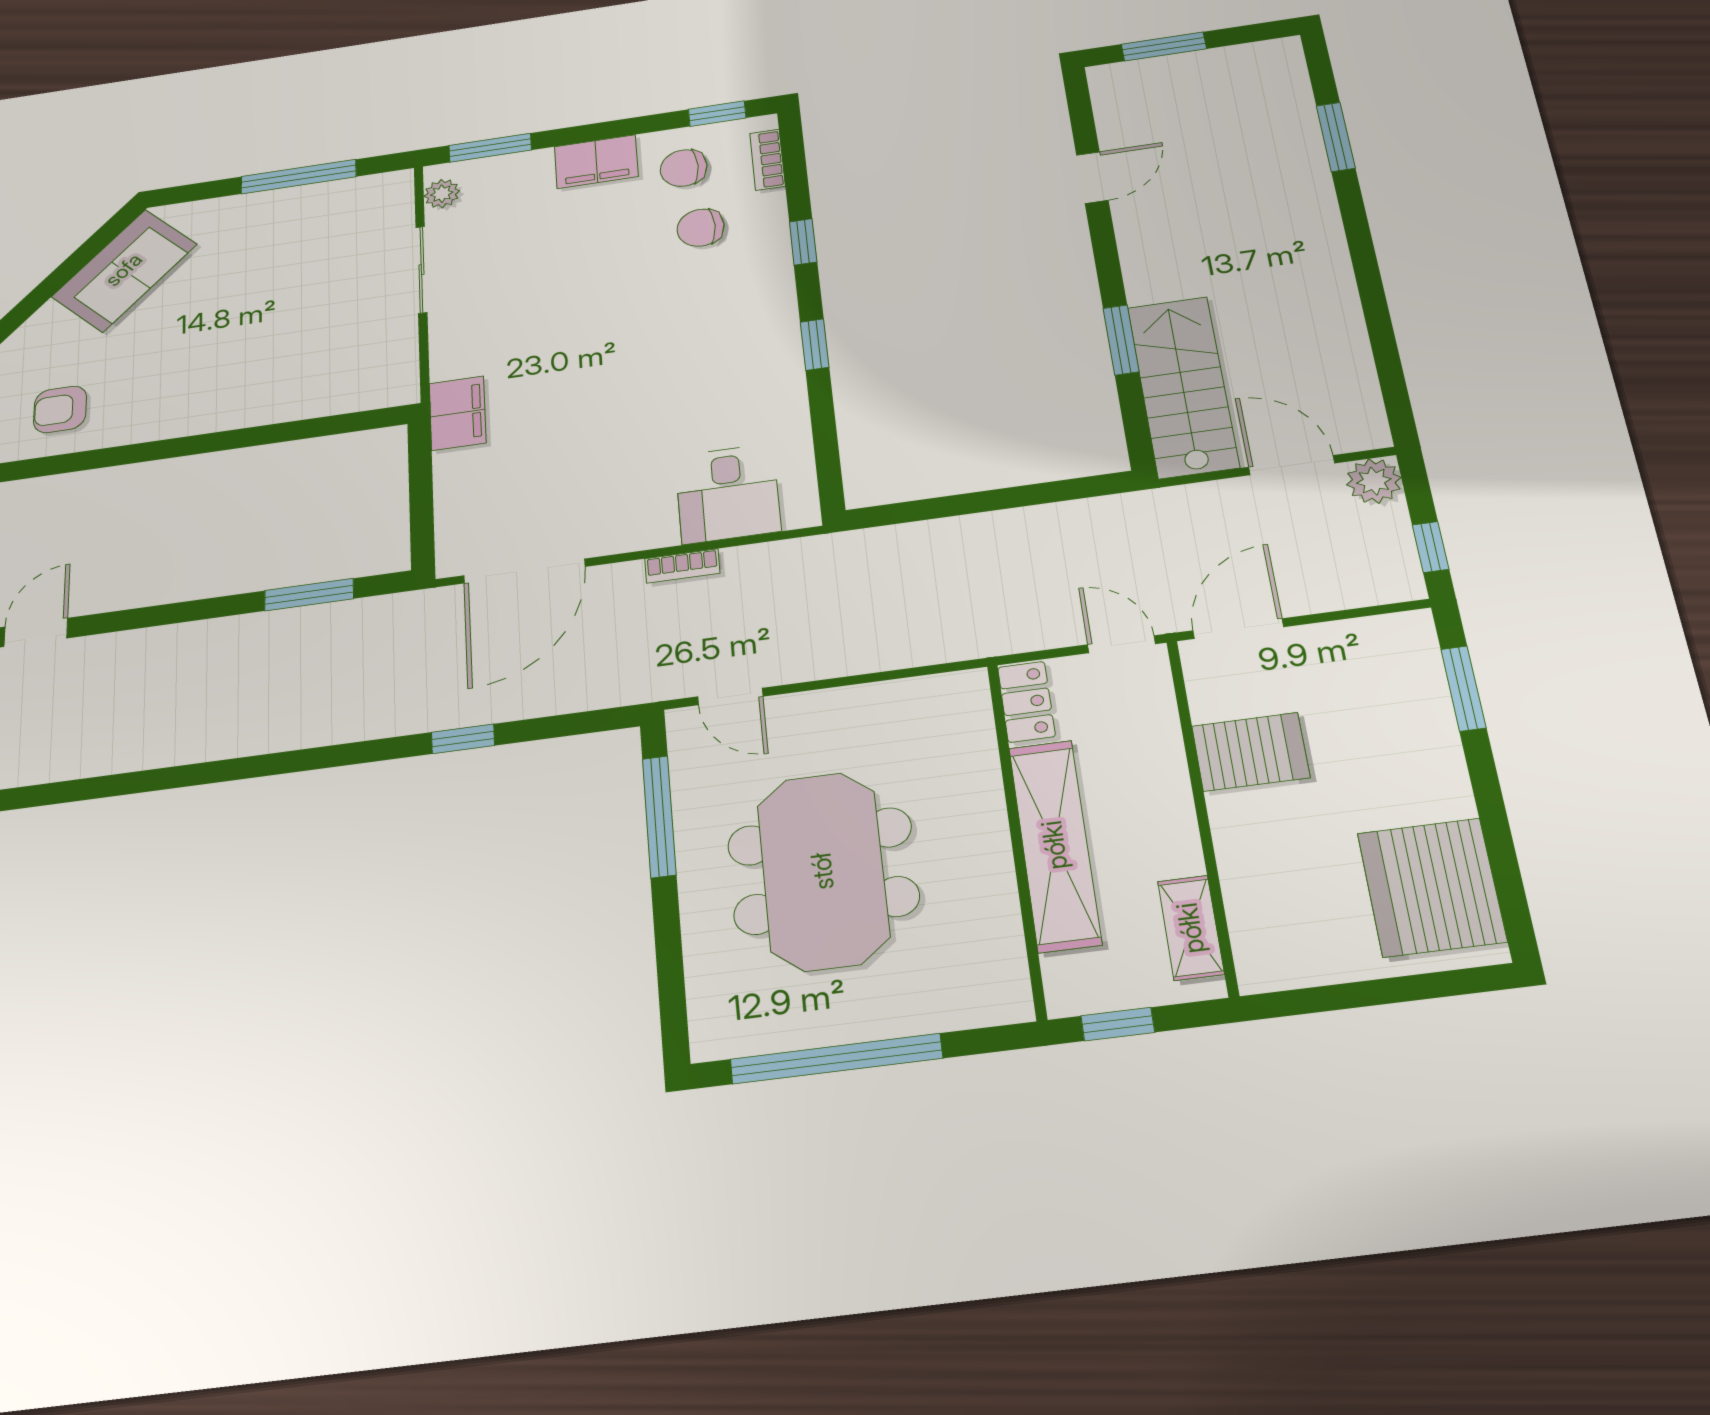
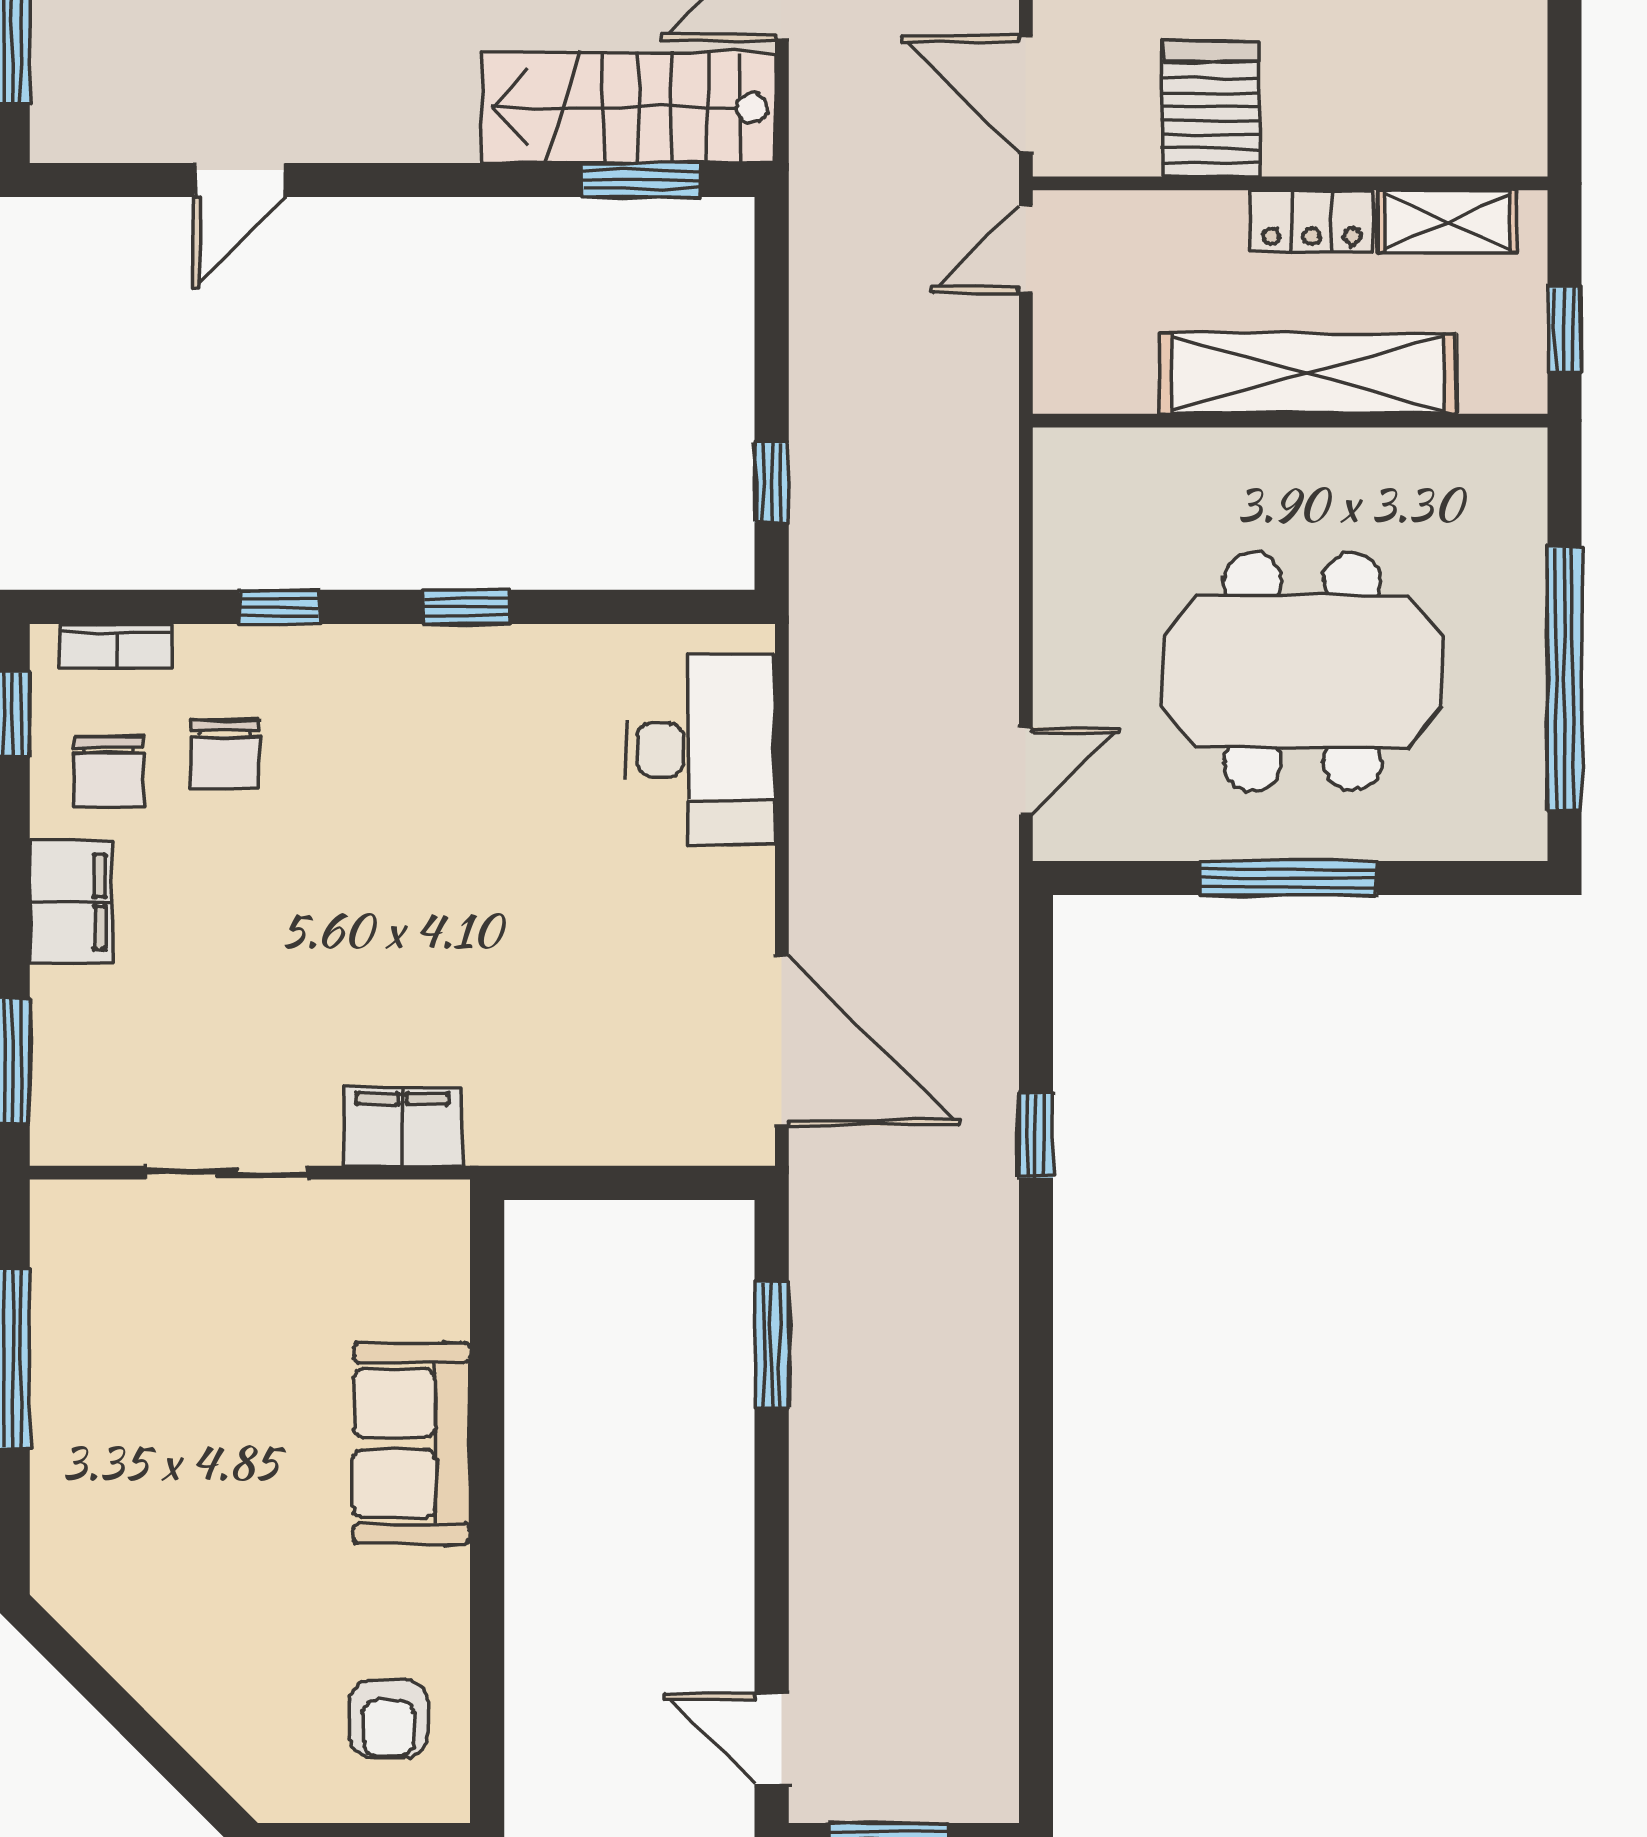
door: (1092, 178) -> (239, 180), swing flipped
plant: (442, 194) -> (88, 1138), removed
sofa: (124, 270) -> (412, 1443), moved, turned -135
window: (1121, 340) -> (642, 180), moved
filing cabinet: (458, 413) -> (402, 1126), moved
desk: (728, 494) -> (700, 750), width x1.37
window: (925, 510) -> (772, 482), added
bookcase: (682, 566) -> (809, 821), removed
locker: (1026, 702) -> (1312, 221), moved, turned 180
window: (659, 816) -> (1288, 878), moved

